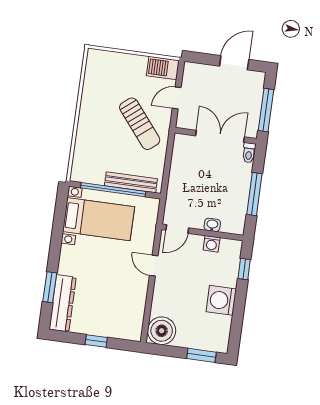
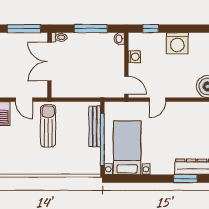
sun lounger: (140, 124) -> (48, 126), turned -51
washbasin: (212, 225) -> (119, 39), moved

